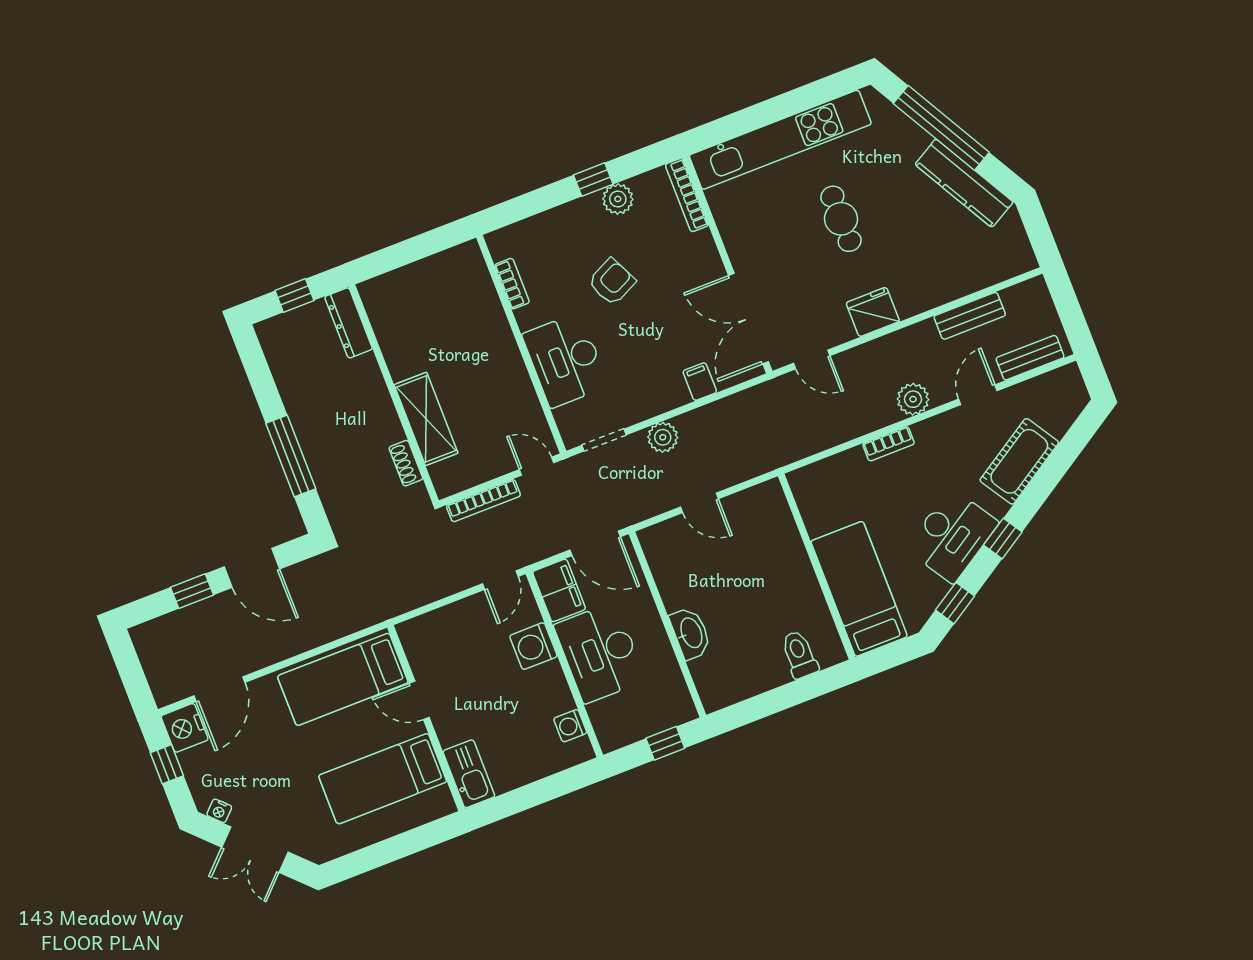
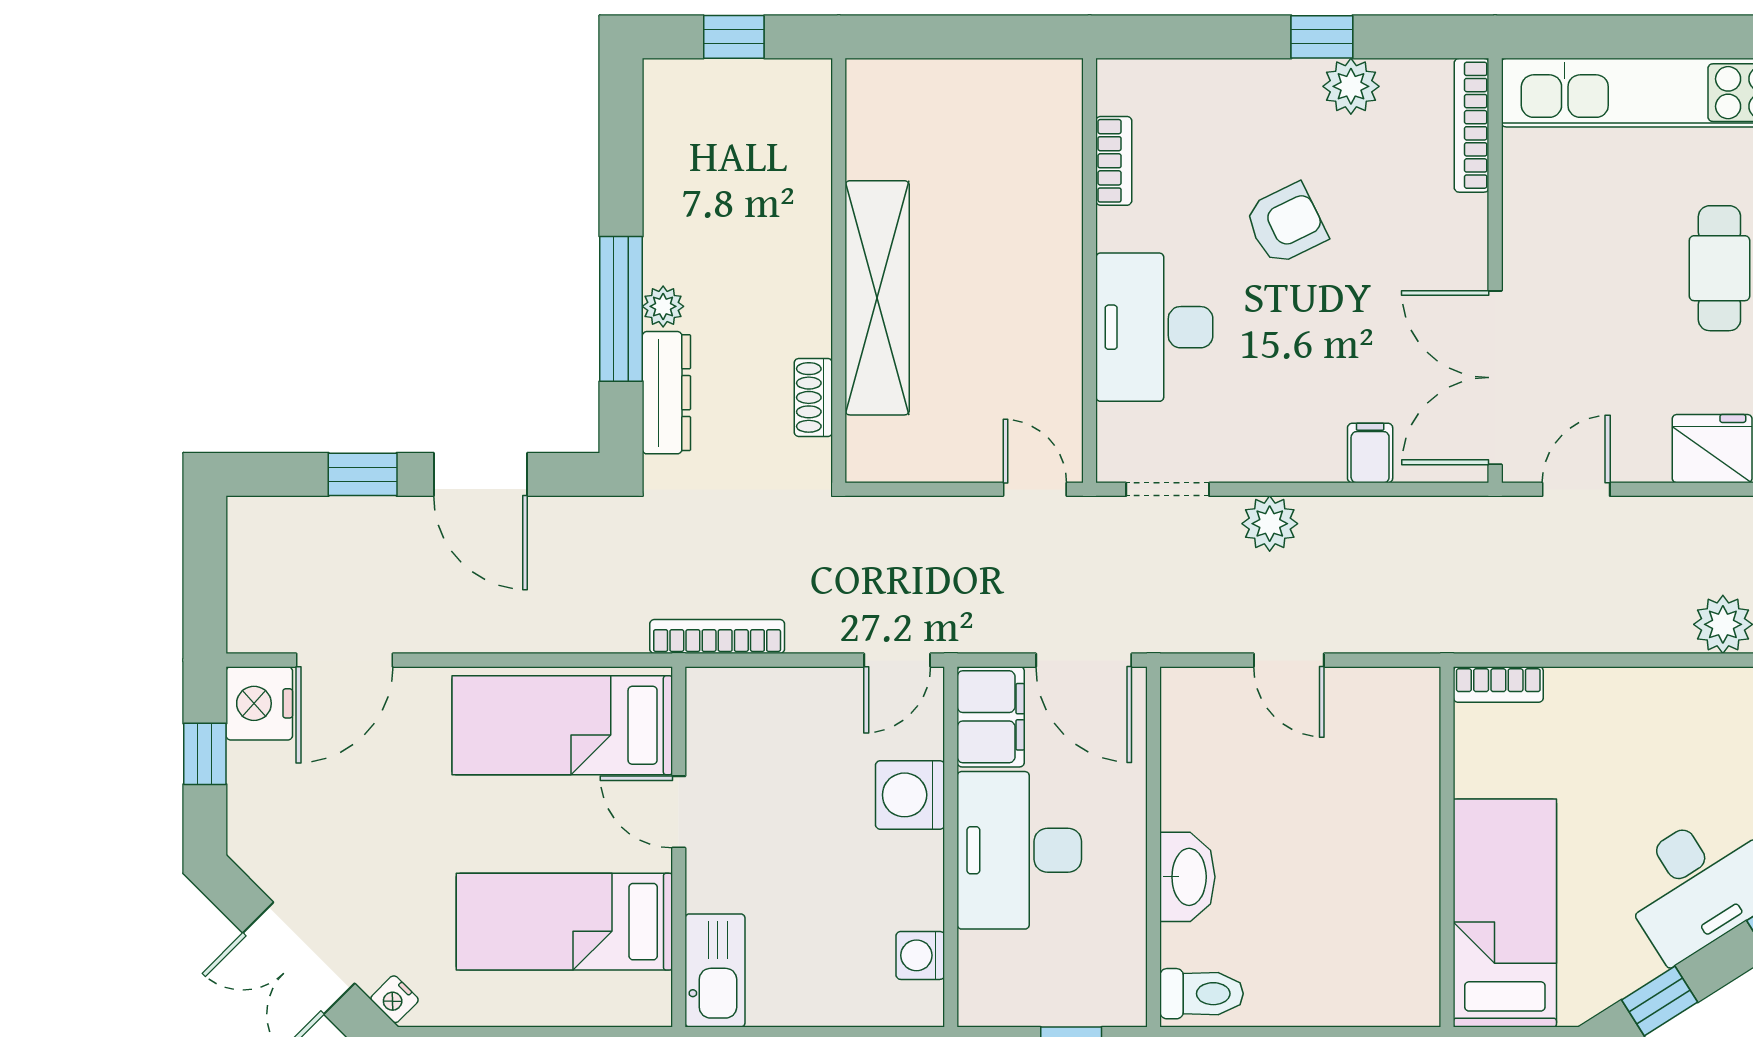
dresser: (349, 323) -> (666, 393), moved, turned 180
door: (812, 359) -> (1576, 489), swing flipped
shelving: (426, 419) -> (877, 298), width x1.47
bookcase: (888, 444) -> (1498, 684), moved
plant: (312, 447) -> (663, 306), added
bookcase: (483, 501) -> (717, 636), moved, turned 180
toilet: (799, 654) -> (1202, 994), moved, turned 90
nightstand: (219, 811) -> (395, 999), moved

